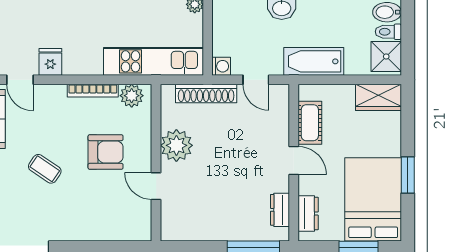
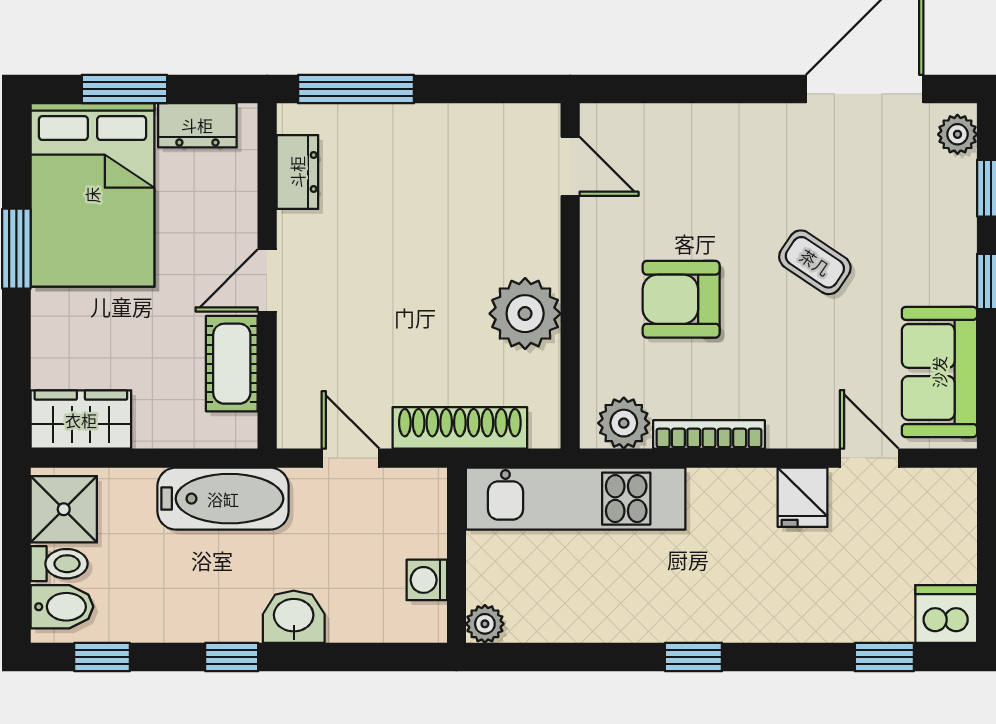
washing machine: (221, 66) -> (427, 580), moved
door: (294, 161) -> (267, 280), hinge flipped
door: (156, 186) -> (570, 166), moved
dresser: (308, 214) -> (197, 125), moved, turned -90

